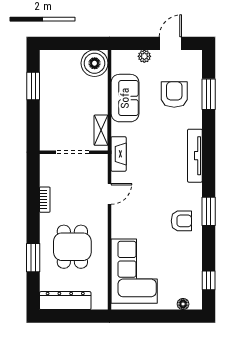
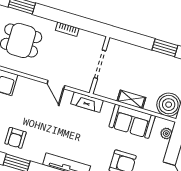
plant: (144, 56) -> (166, 134), moved
shelving: (101, 130) -> (131, 99), moved

